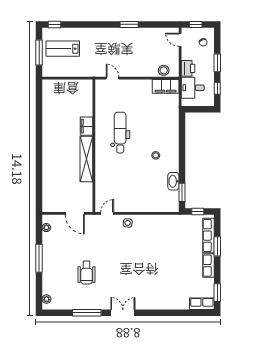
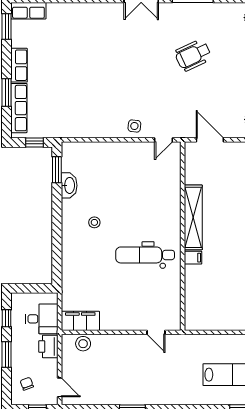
filing cabinet: (87, 126) -> (193, 258), width x0.50
dental chair: (120, 133) -> (145, 255), turned 90
wheelchair: (87, 273) -> (193, 55), turned -115

